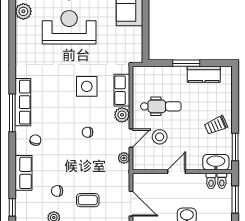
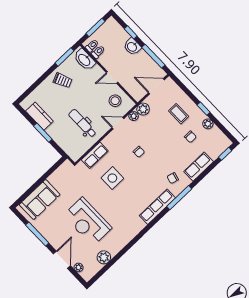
window: (12, 113) -> (179, 198), moved
plant: (122, 115) -> (143, 109), moved
stool: (160, 137) -> (115, 101), moved
door: (131, 204) -> (156, 86), hinge flipped

